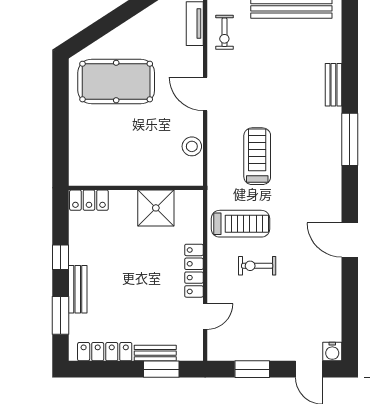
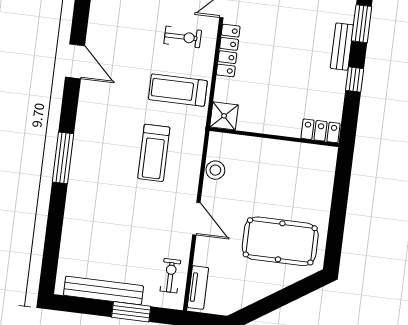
bench: (333, 85) -> (72, 212), removed
shower: (156, 208) -> (224, 116), moved, width x0.73, depth x0.73
exercise bike: (257, 266) -> (183, 37), moved

